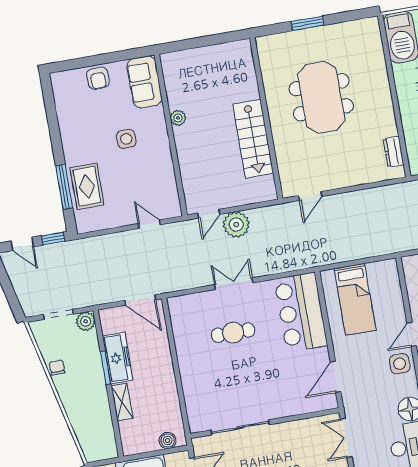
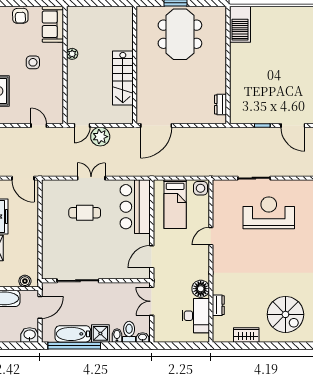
meeting table: (321, 97) -> (180, 34), moved
door: (310, 196) -> (156, 126), width x1.88
side table: (400, 364) -> (200, 188), moved

